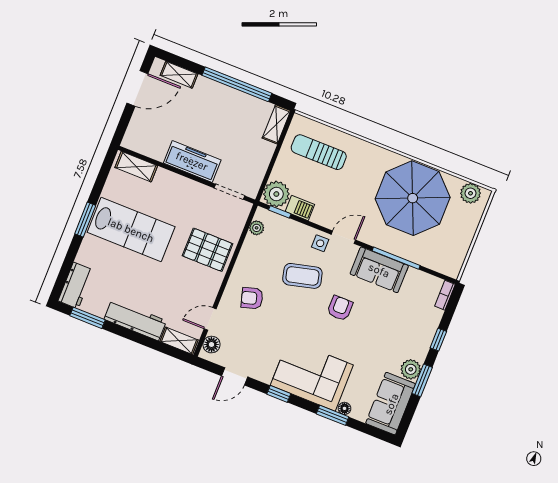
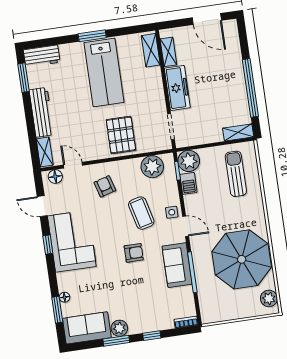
shelving: (179, 75) -> (168, 52), moved
plant: (257, 228) -> (152, 167), width x1.88, depth x1.88
corner sofa: (312, 375) -> (72, 241), moved
window: (333, 415) -> (57, 310), moved

